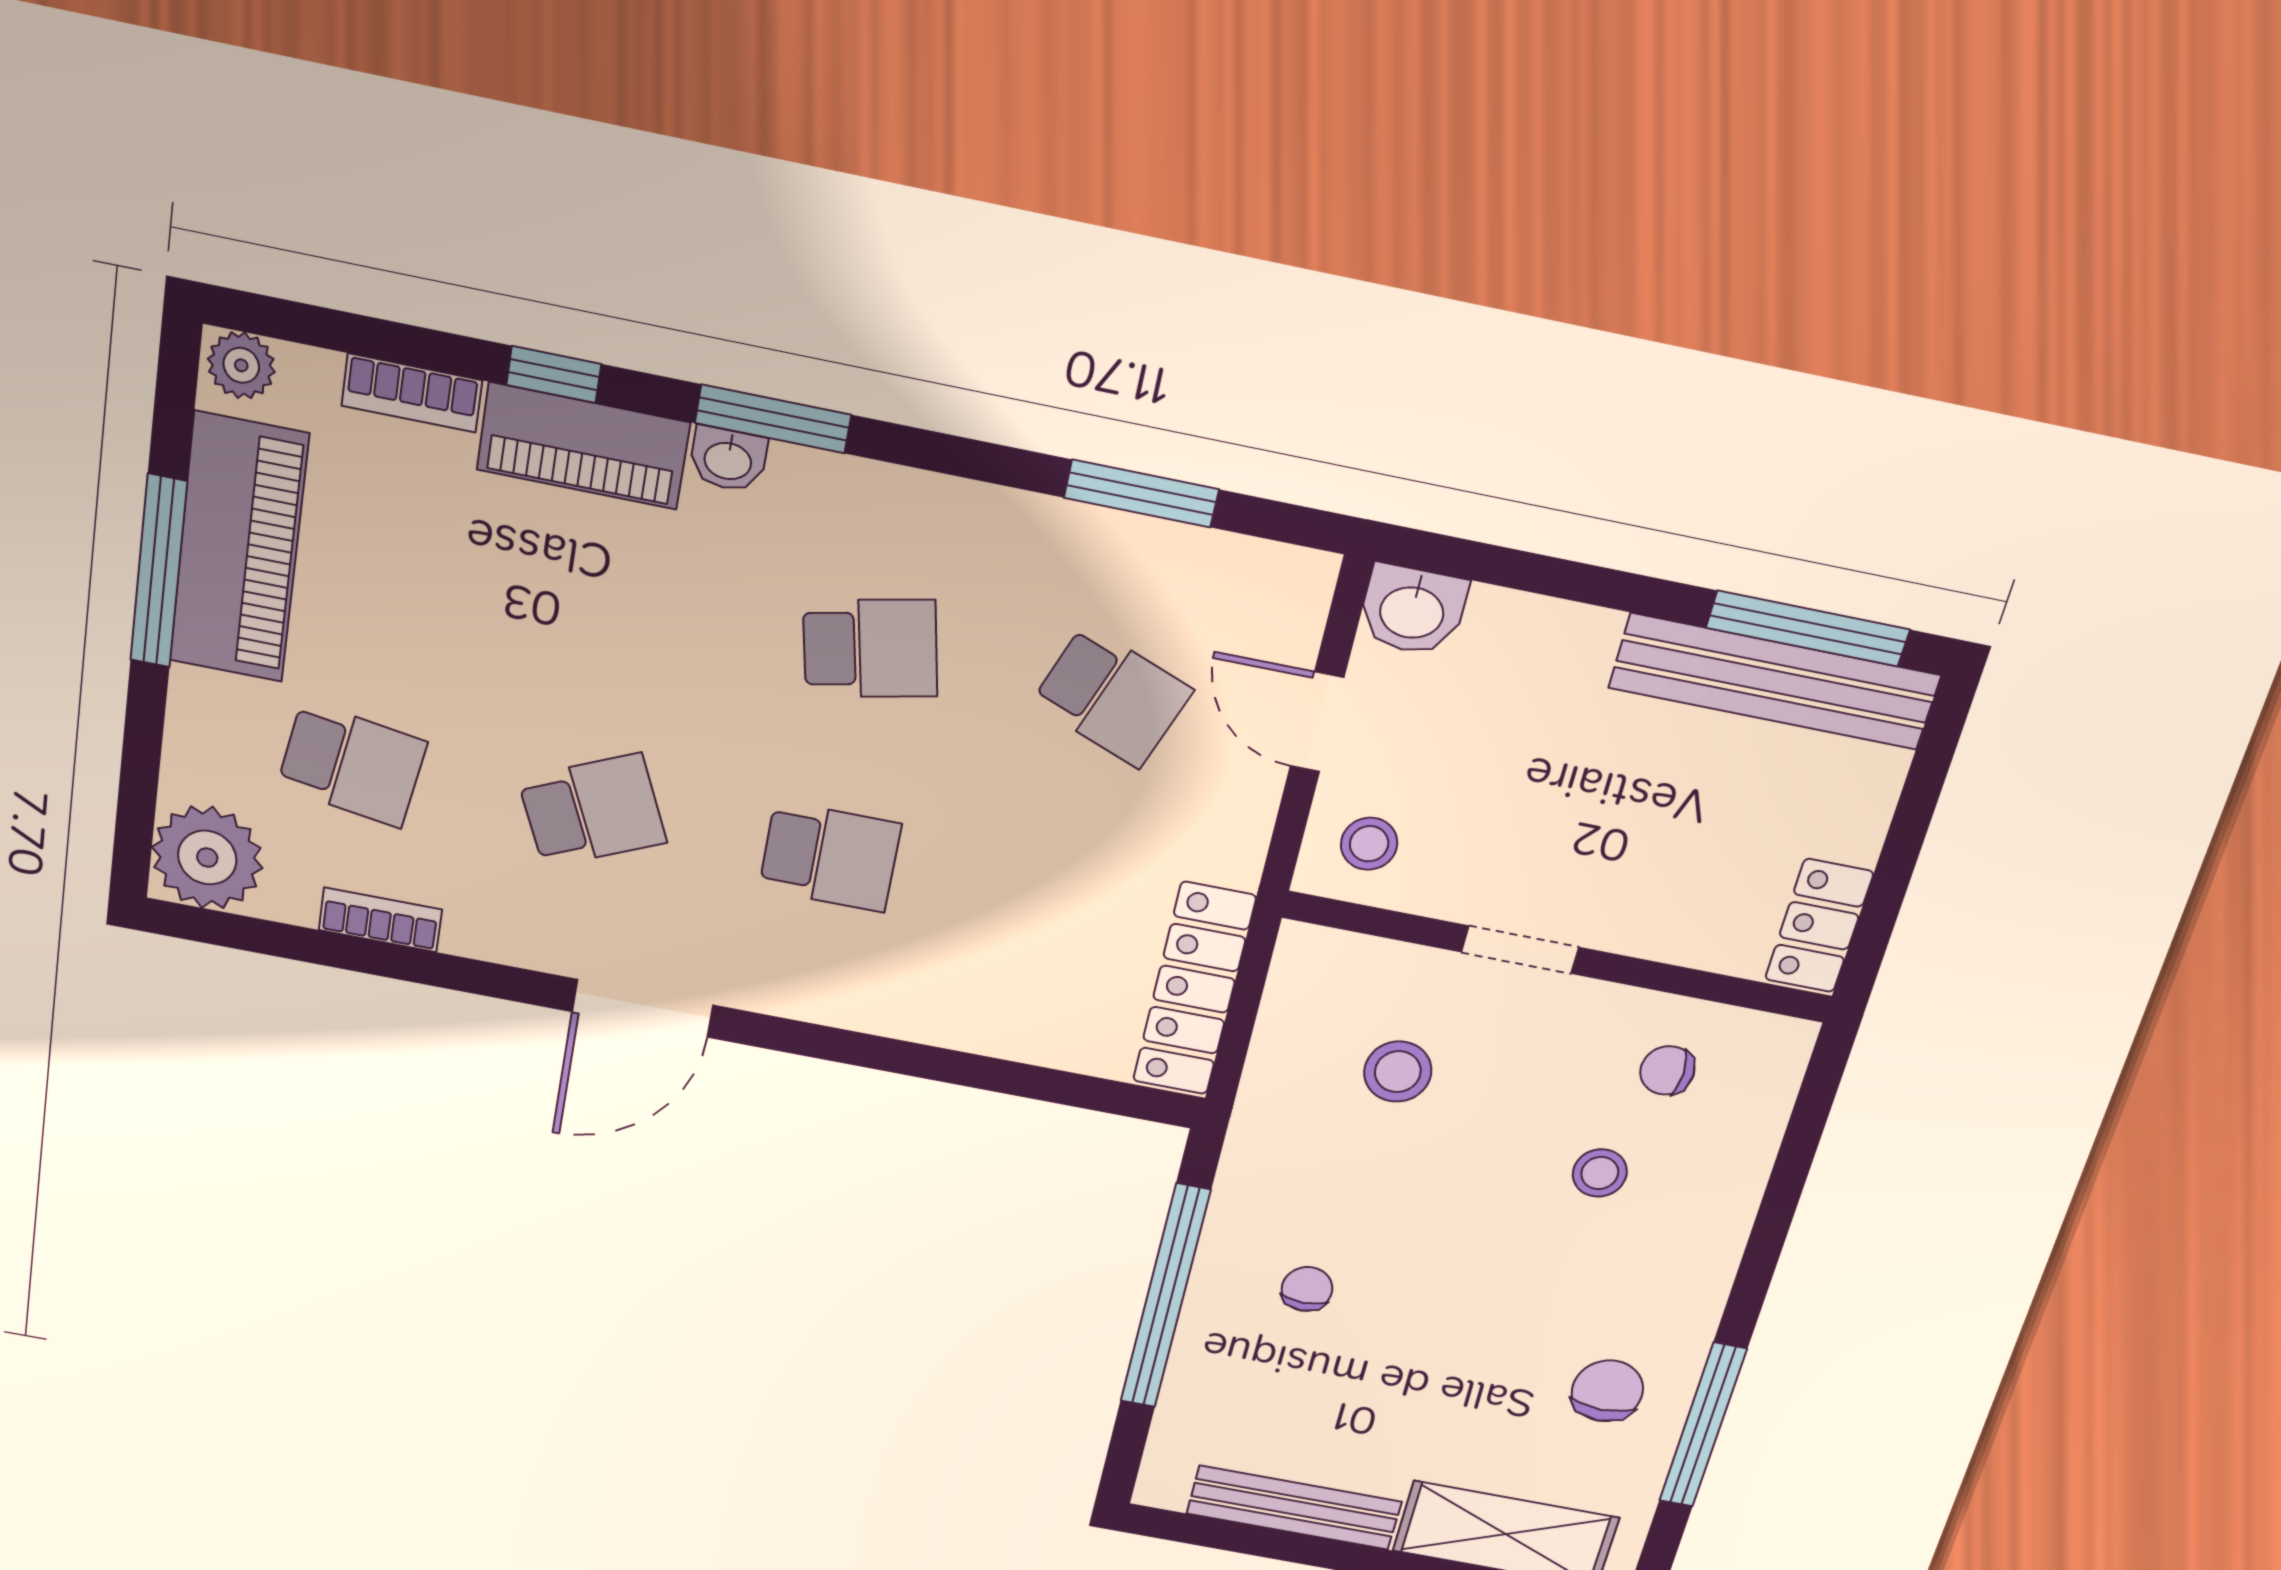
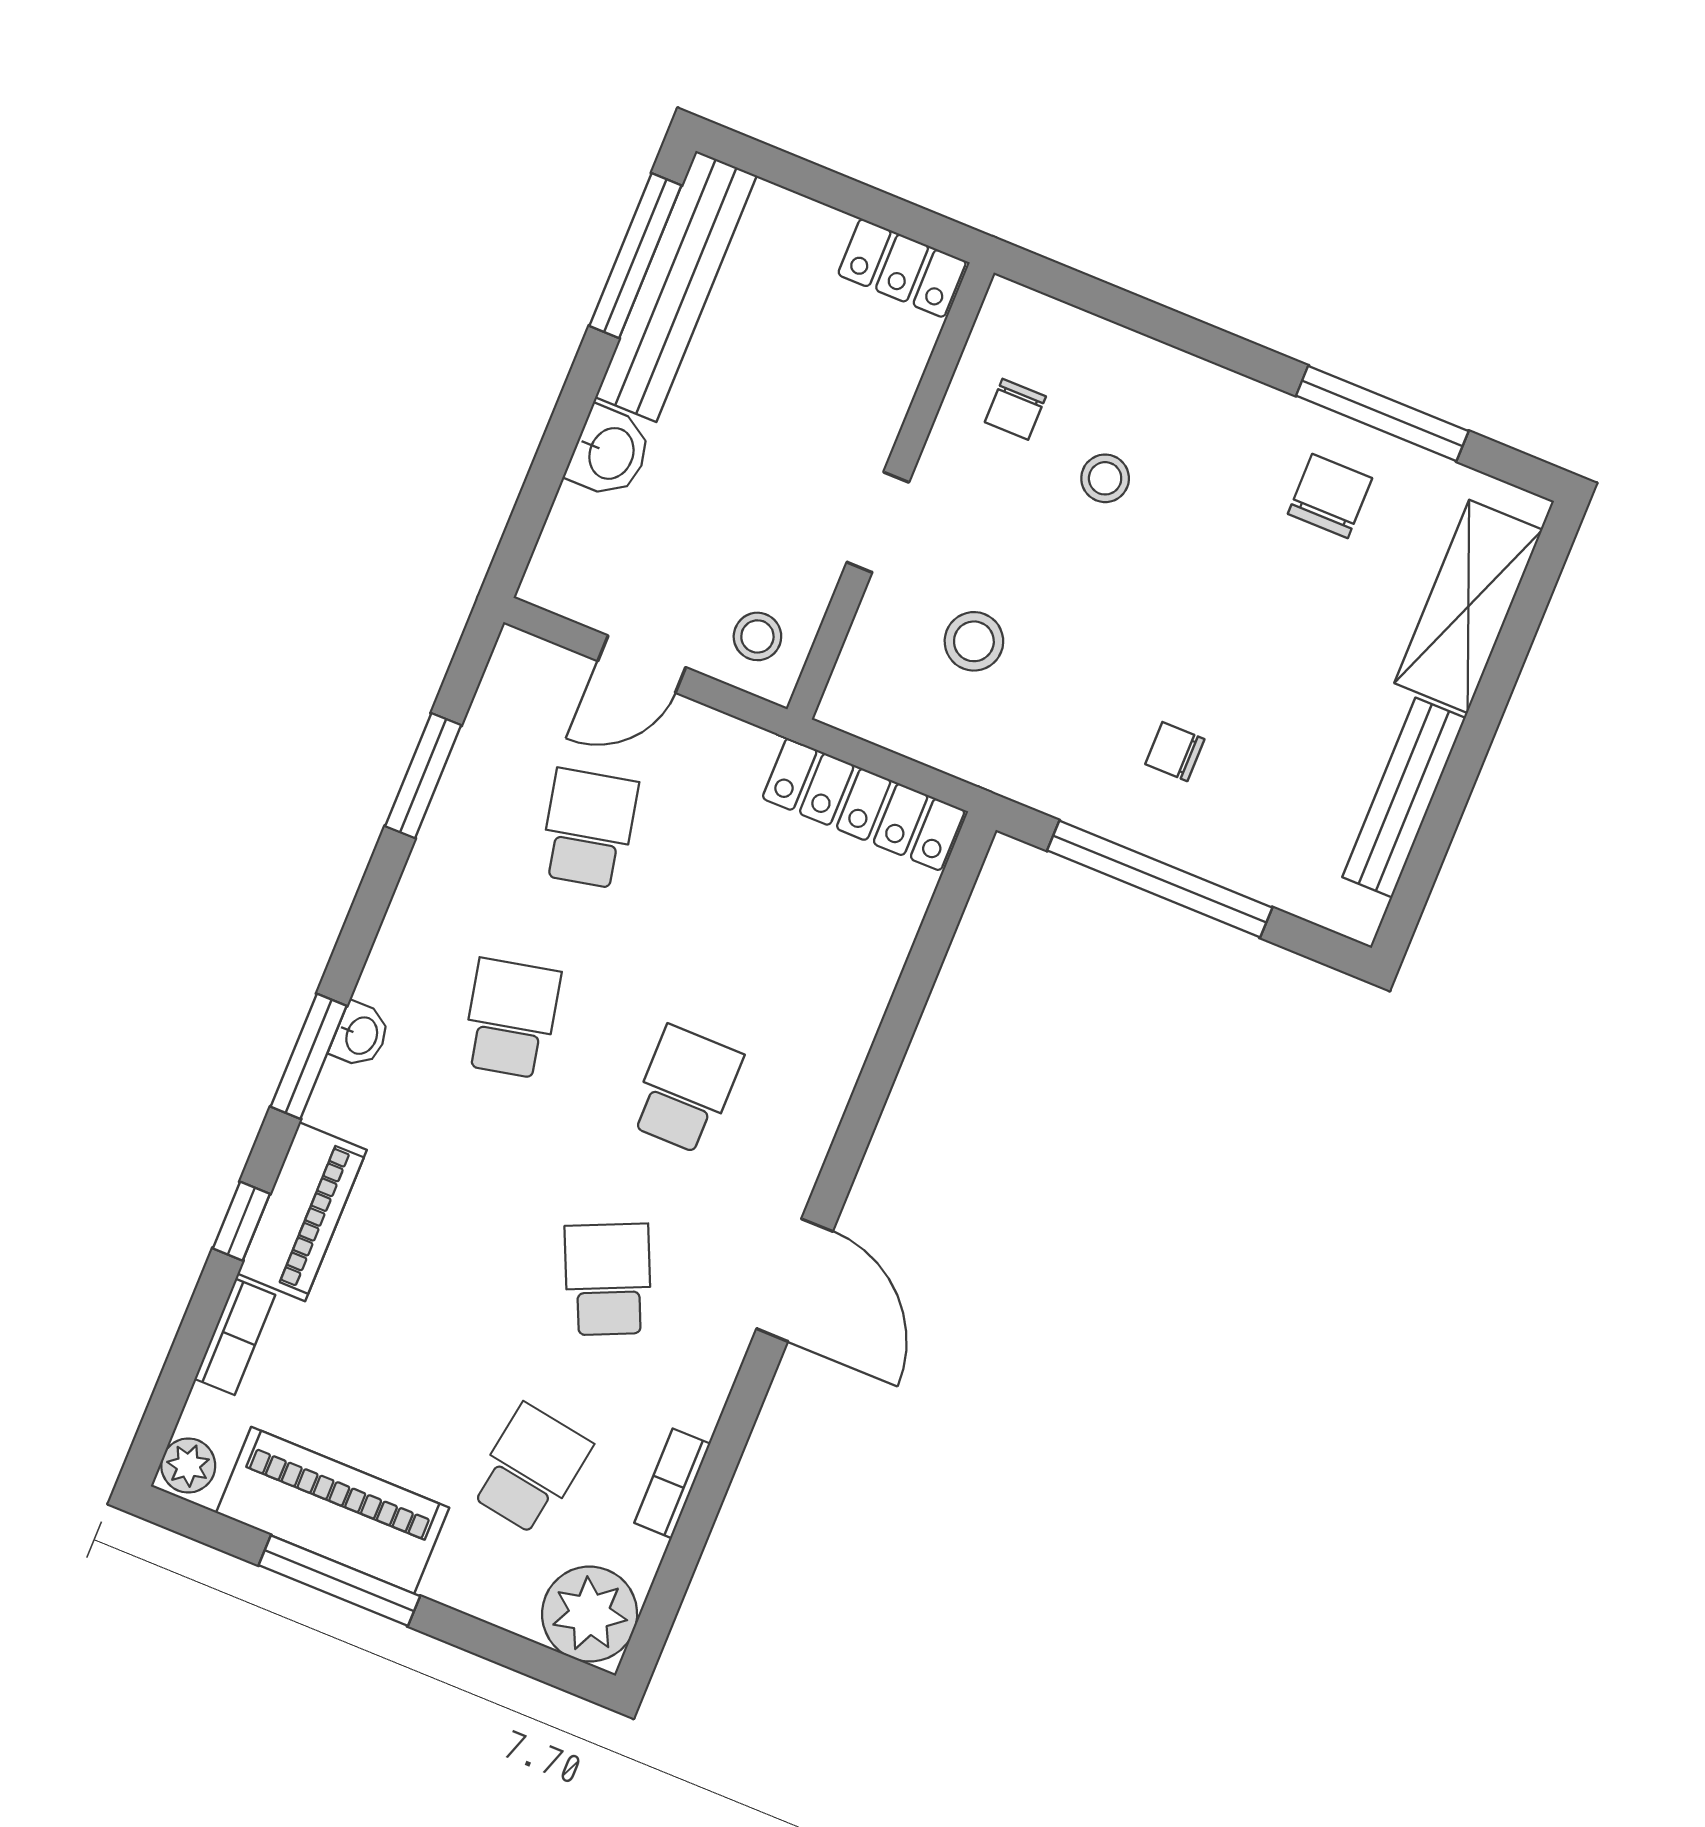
washbasin: (728, 459) -> (360, 1035), moved
washbasin: (1412, 610) -> (610, 453), moved
school desk: (1112, 696) -> (589, 828), turned -33
chair: (1607, 1391) -> (1330, 496), turned 90

